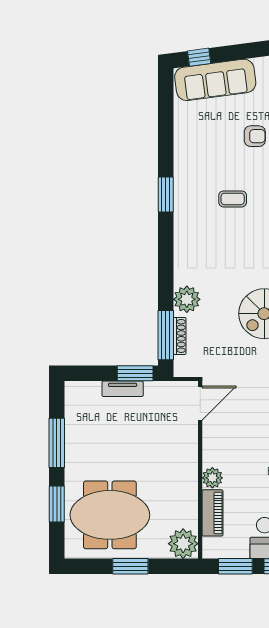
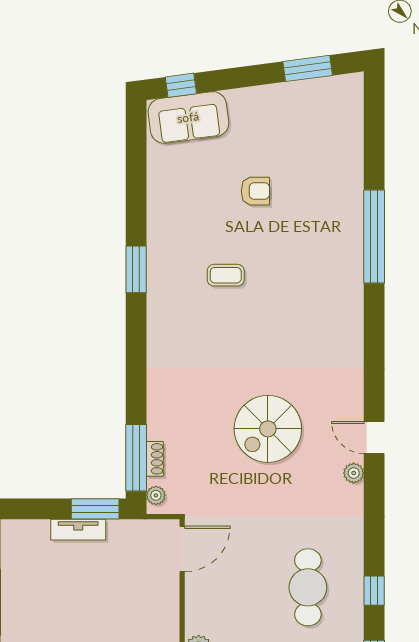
sofa: (215, 80) -> (188, 117), width x0.73
plant: (187, 299) -> (156, 495), moved, width x0.53, depth x0.53
shoe rack: (180, 336) -> (155, 459), width x0.70

